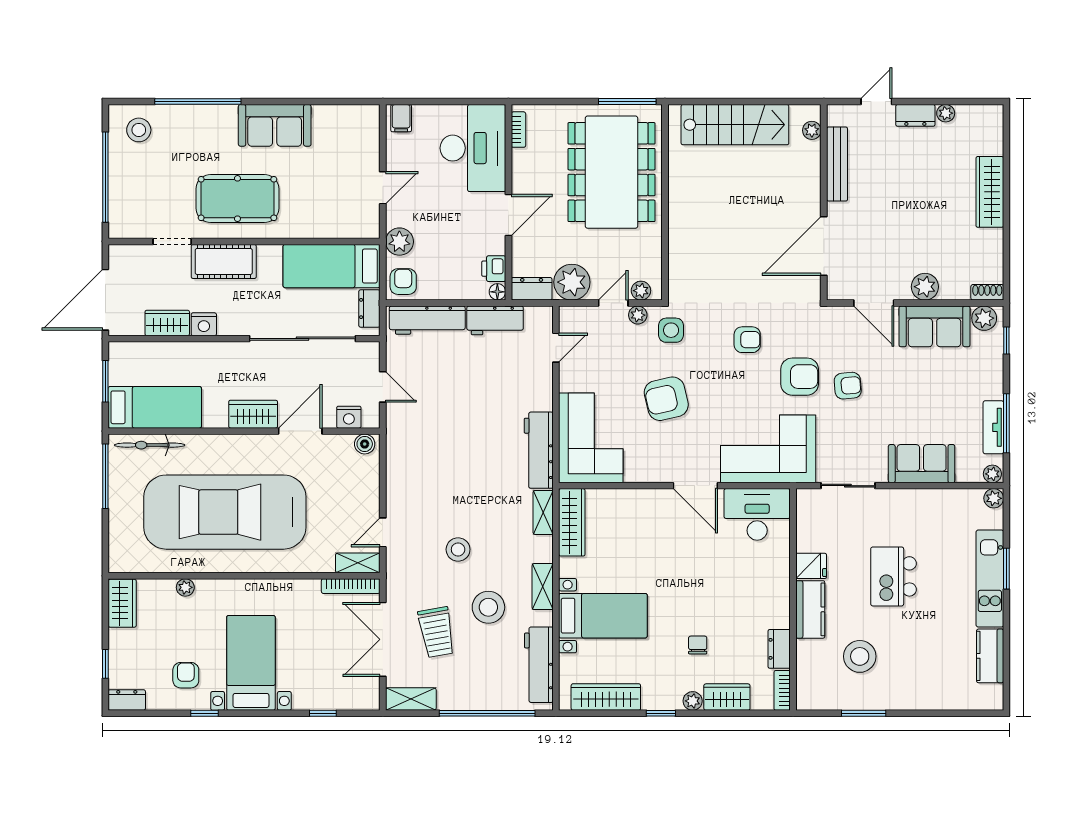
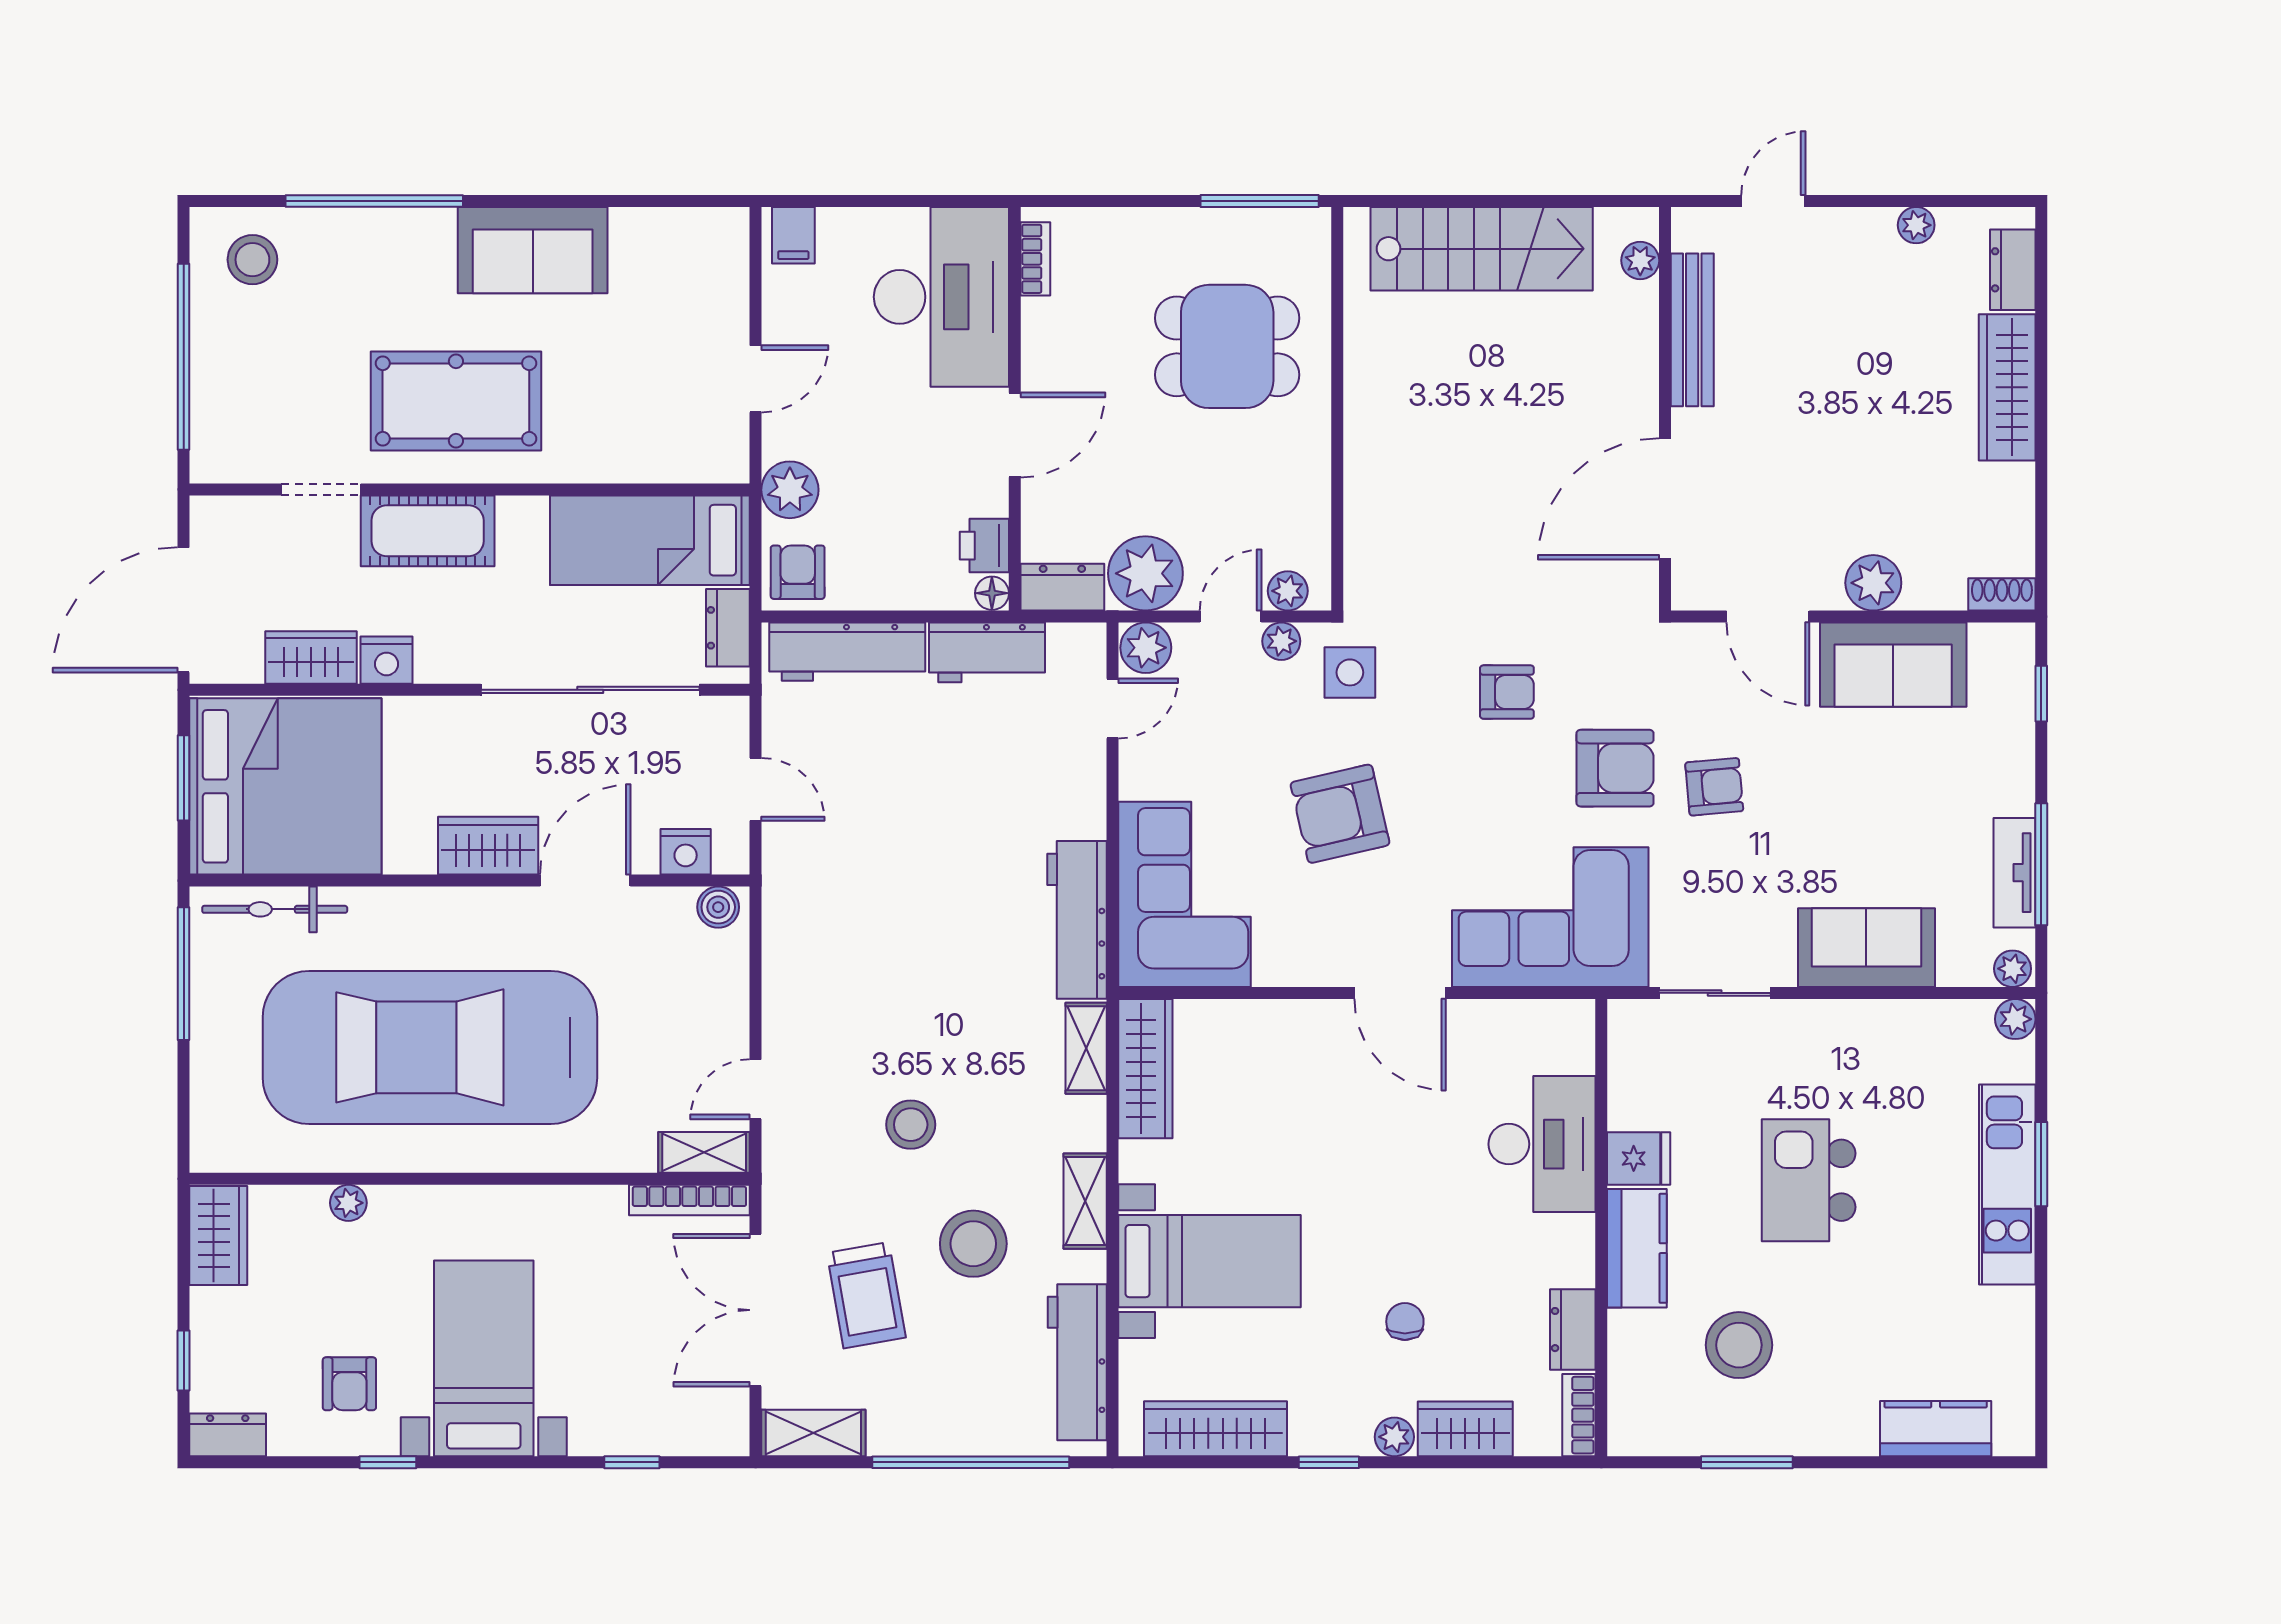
dresser: (915, 115) -> (2013, 270), moved, turned 90
dining table: (612, 172) -> (1227, 346), width x0.53, depth x0.80
plant: (984, 318) -> (1146, 648), moved
bed: (155, 407) -> (285, 786), width x2.04
desk: (757, 514) -> (1542, 1144), moved, turned 90
kitchen counter: (990, 656) -> (1936, 1429), moved, turned 90
armchair: (186, 675) -> (349, 1384), turned 180

